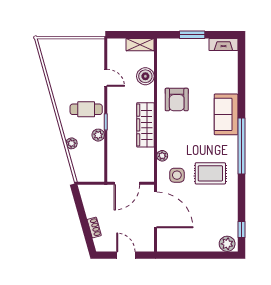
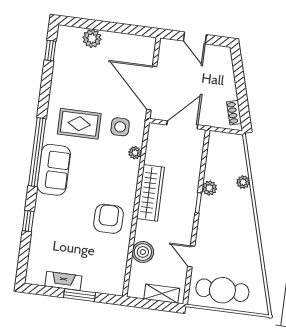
fireplace: (223, 44) -> (63, 281), moved
shelving: (140, 45) -> (162, 294), moved
window: (241, 89) -> (28, 221), added
cafe table: (86, 109) -> (222, 290), moved, width x1.37, depth x1.35
sofa: (226, 114) -> (54, 170), moved
shoe rack: (94, 227) -> (234, 113), moved
plant: (227, 244) -> (92, 38), moved

